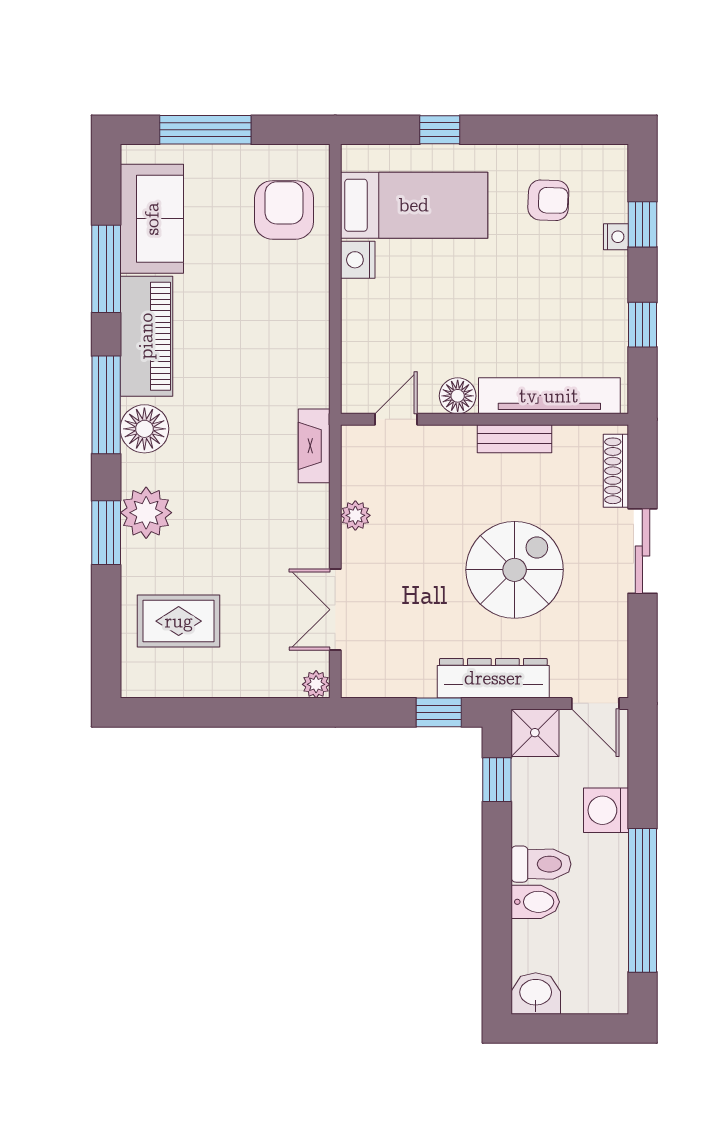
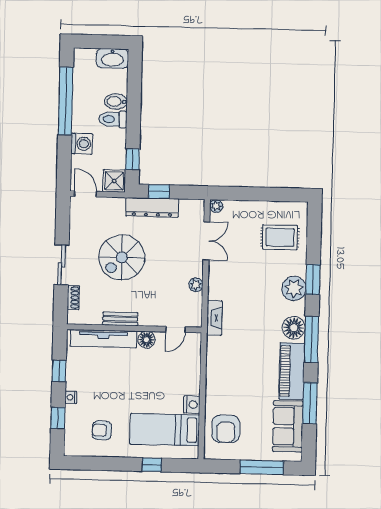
nightstand: (616, 237) -> (71, 397), moved
shoe rack: (616, 471) -> (73, 298), width x0.70
dresser: (493, 678) -> (152, 207), moved
washbasin: (536, 993) -> (112, 58), width x1.38

